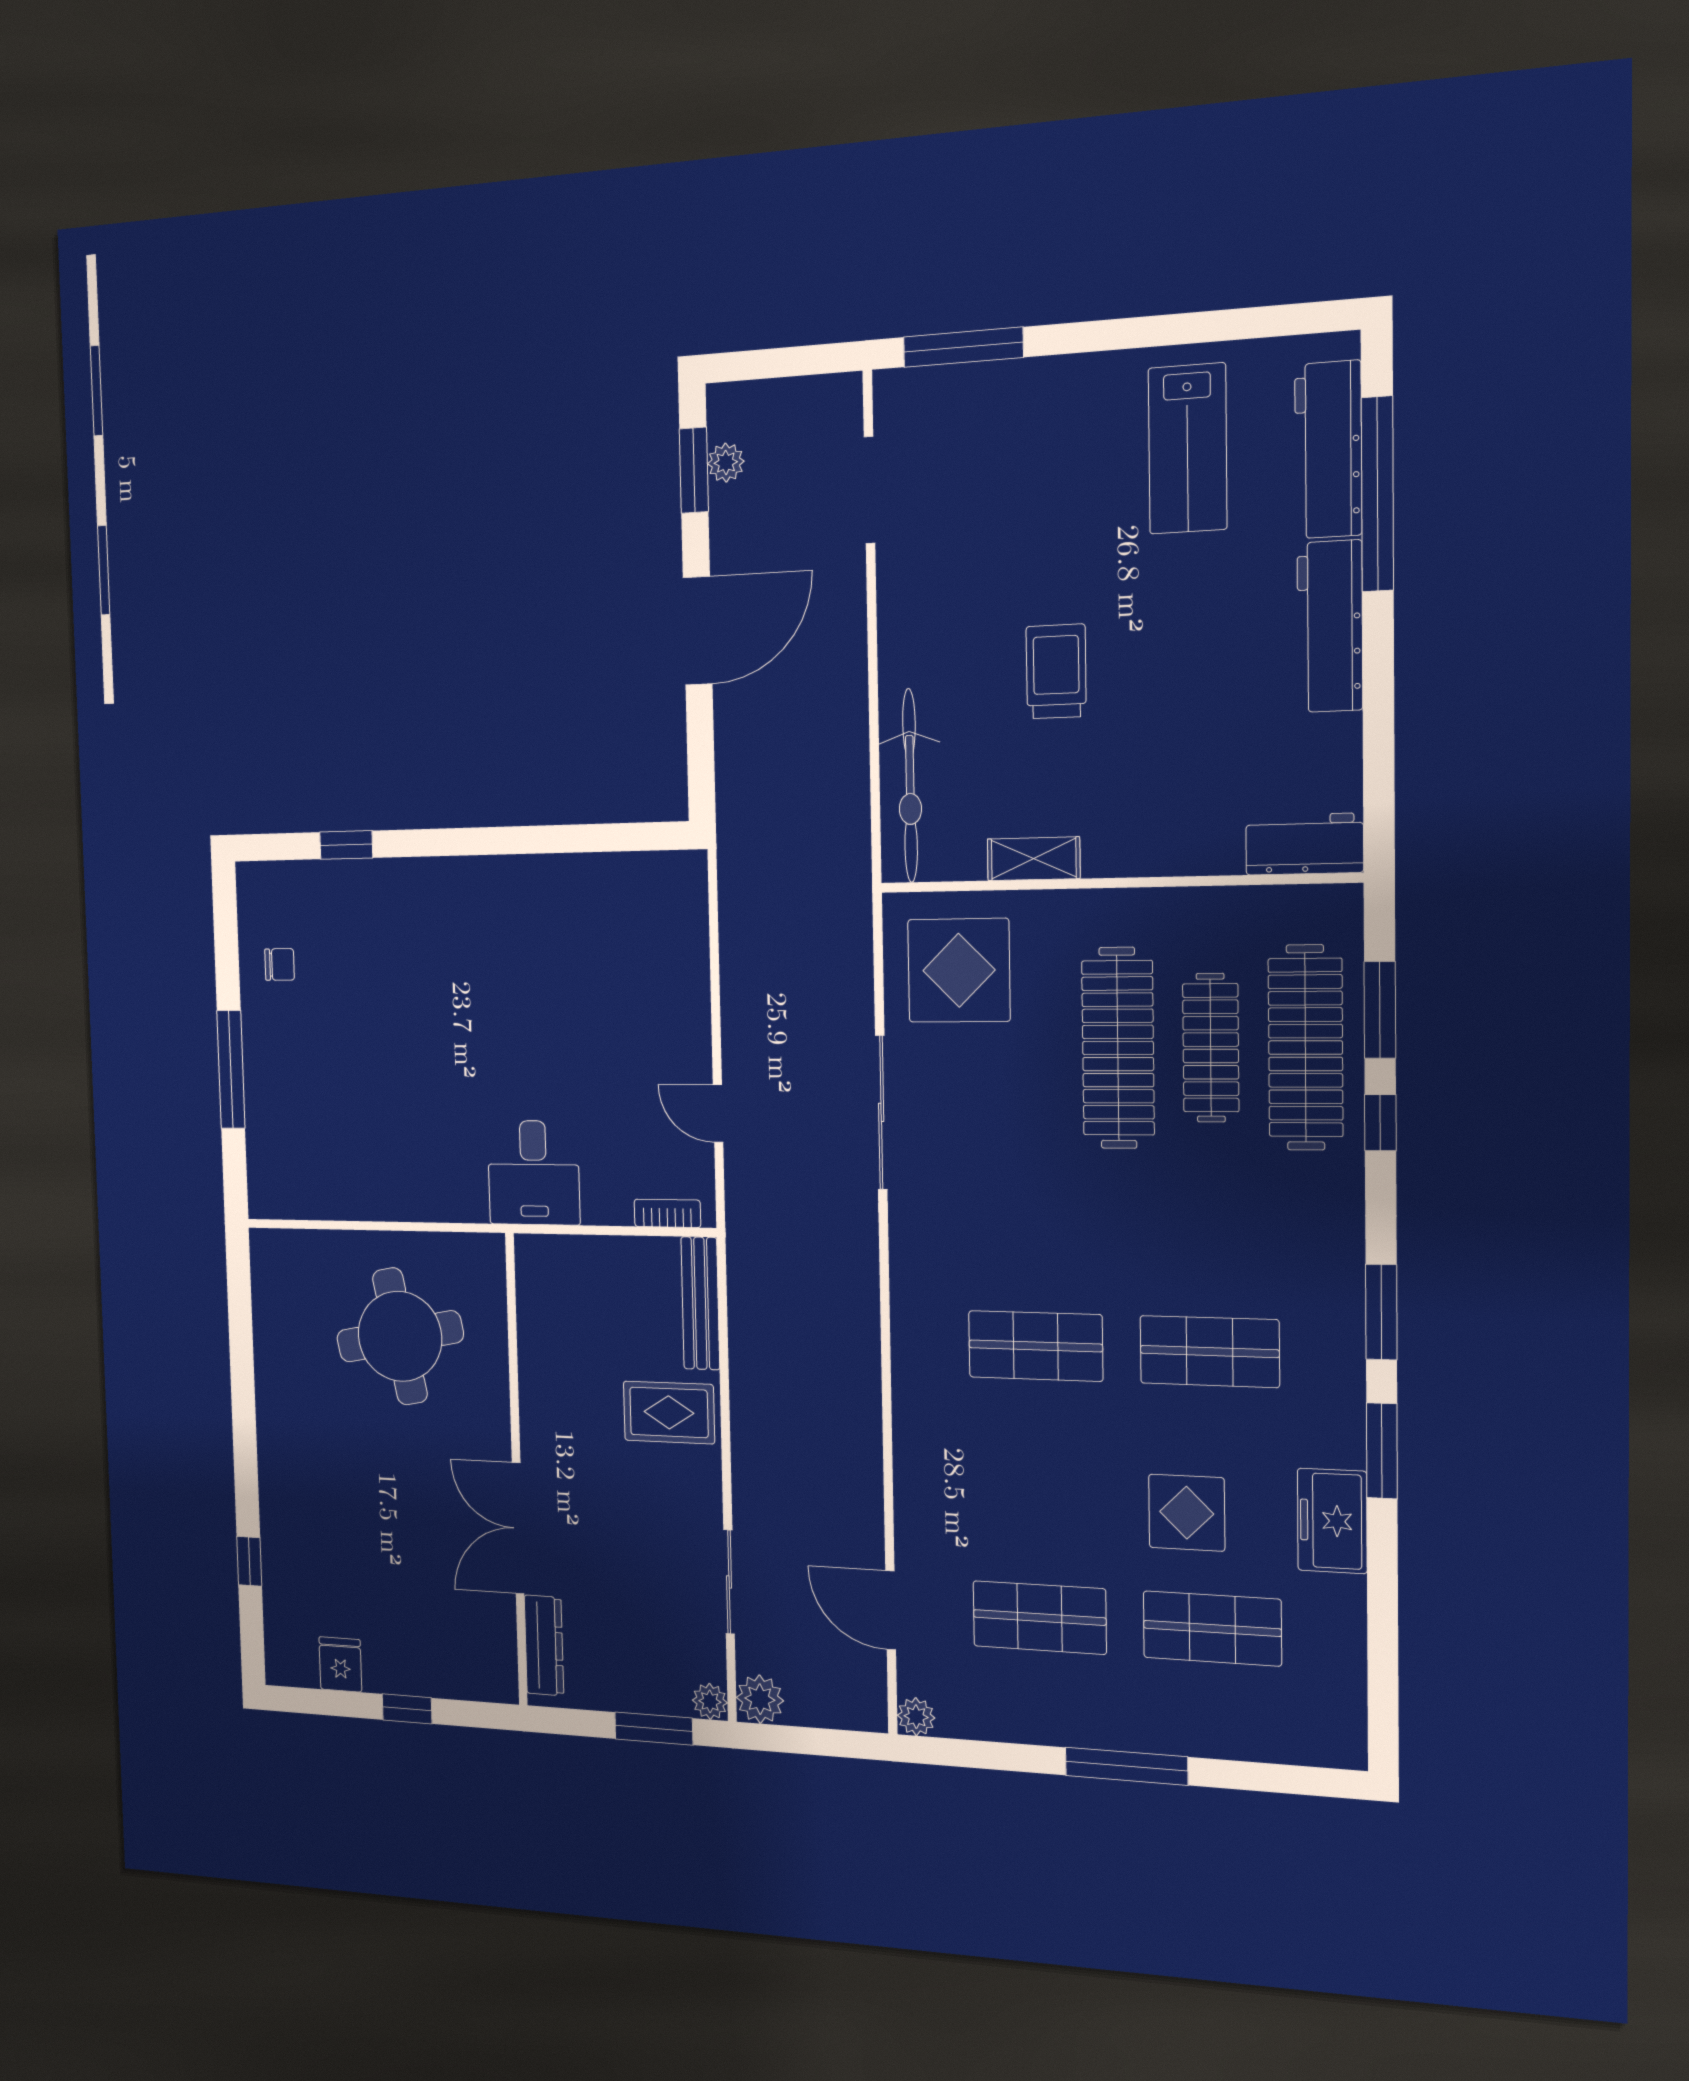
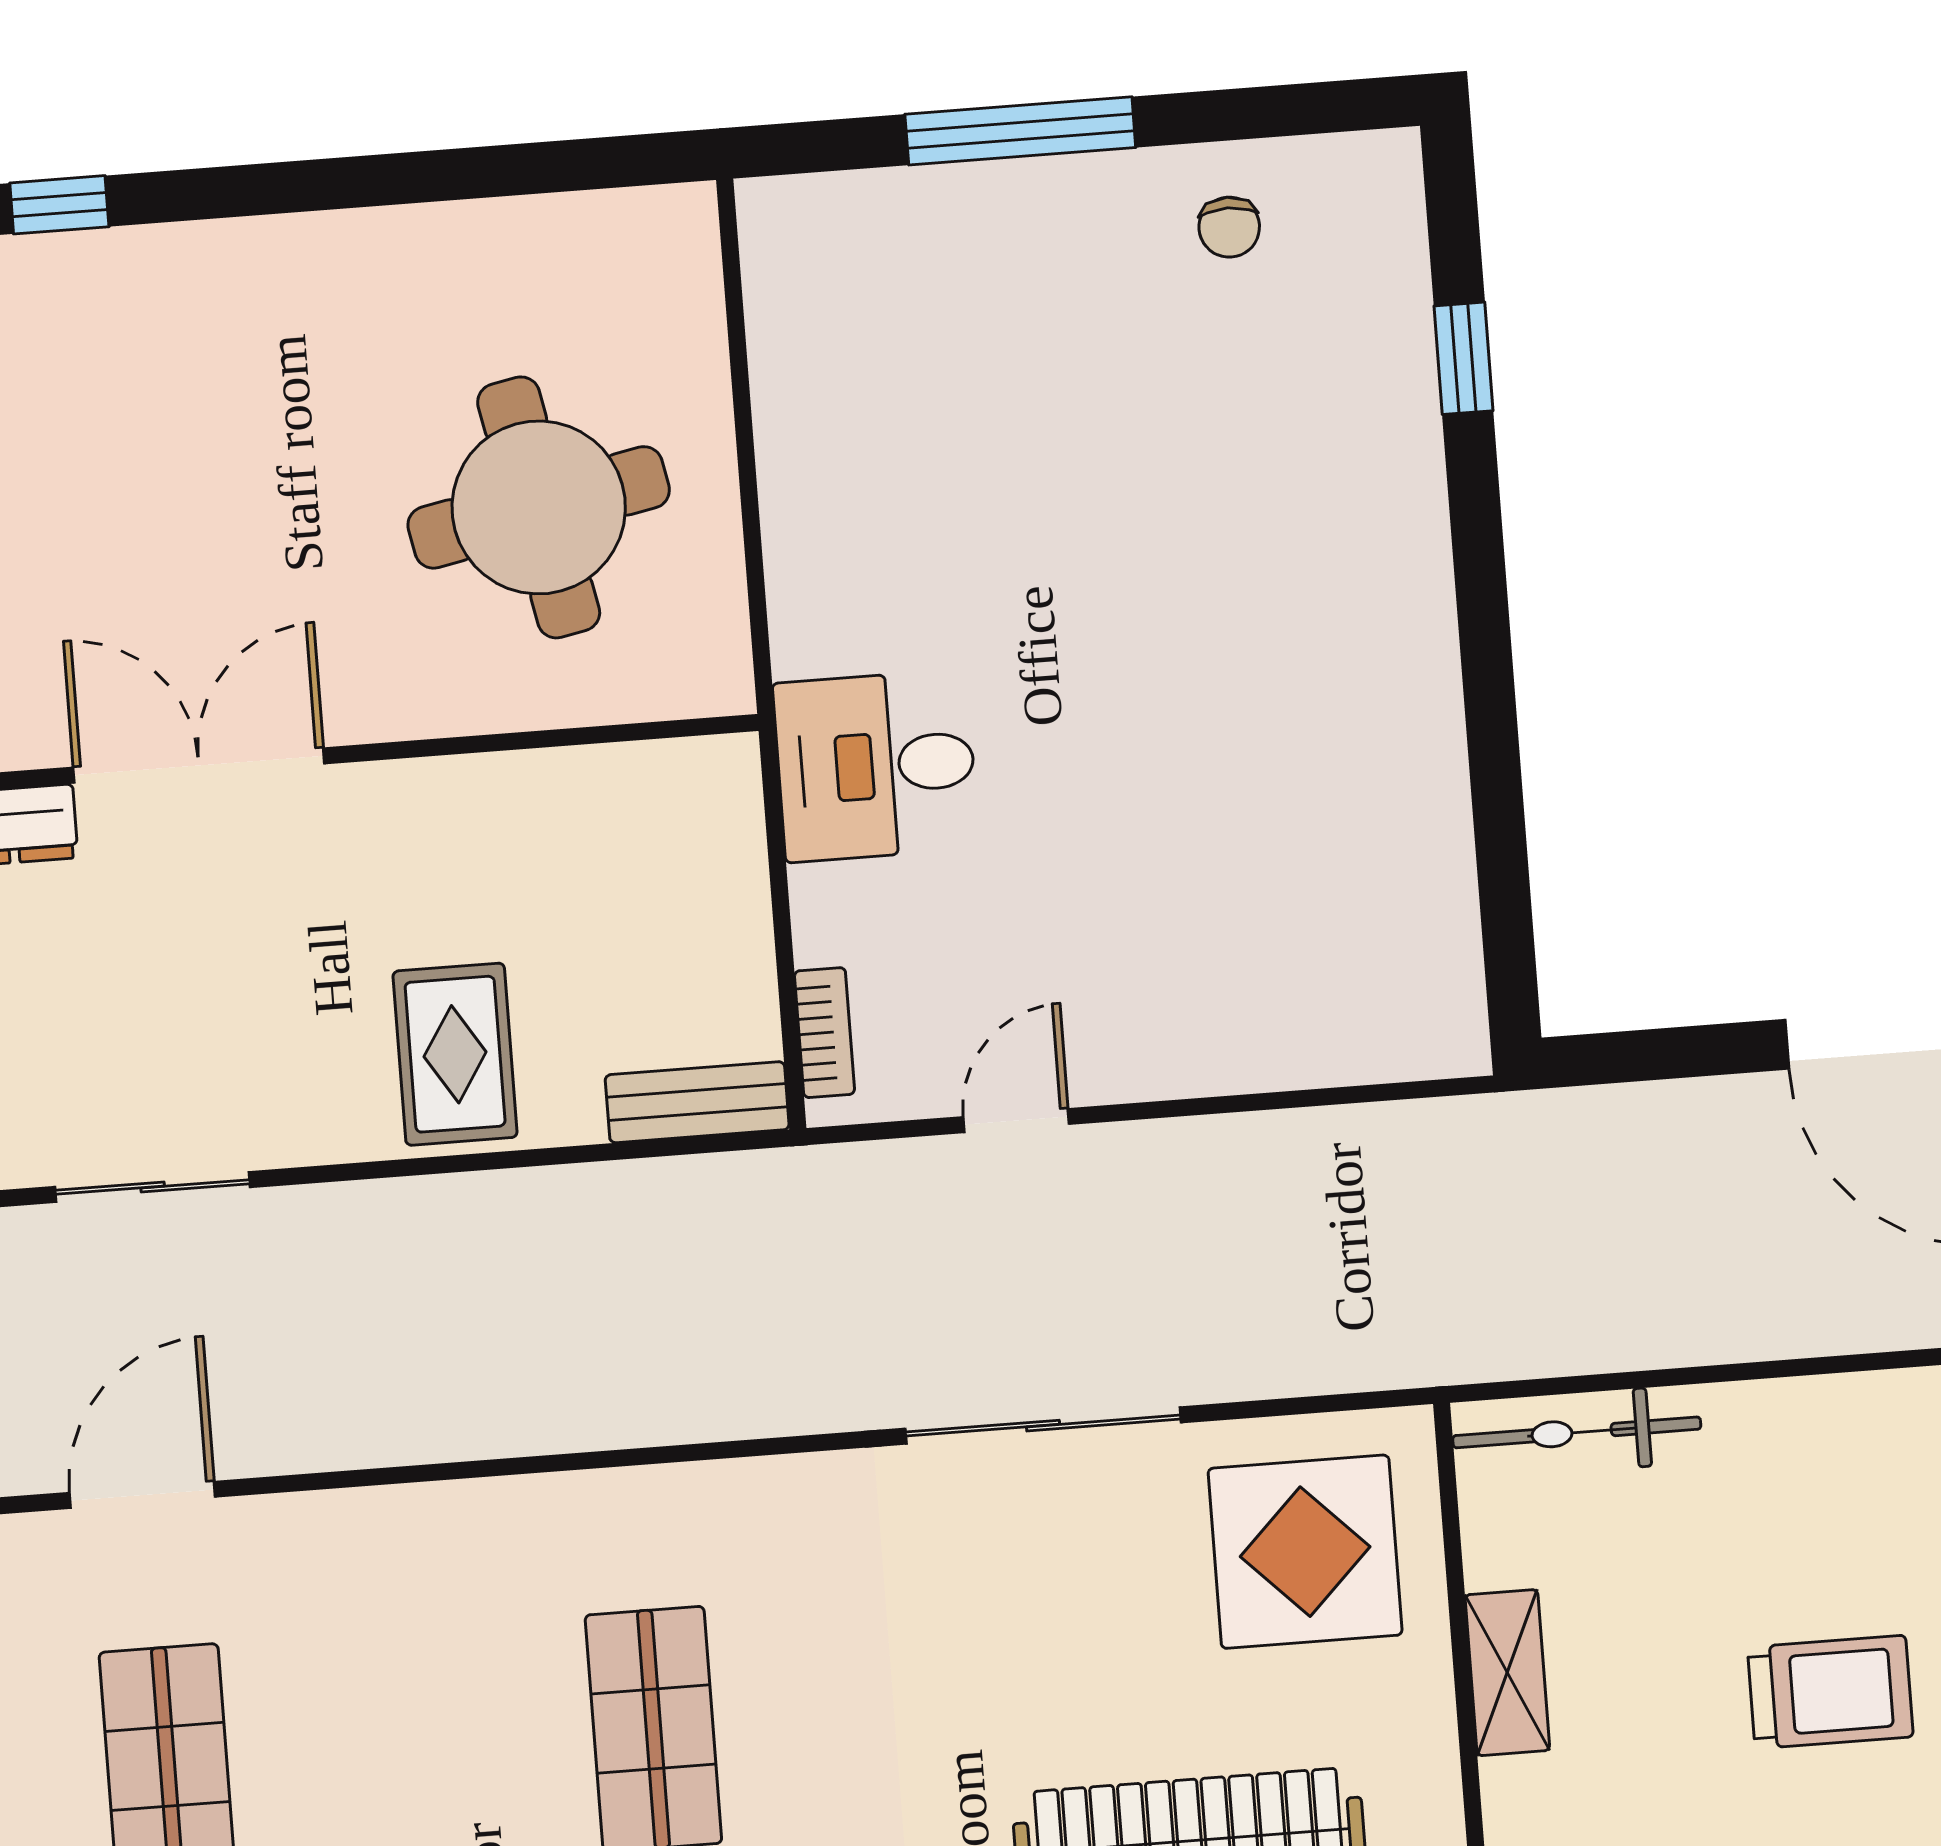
bicycle: (910, 786) -> (1577, 1432), width x0.73, depth x0.71
bench: (700, 1303) -> (697, 1102), width x0.73

